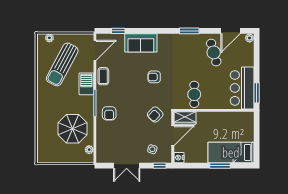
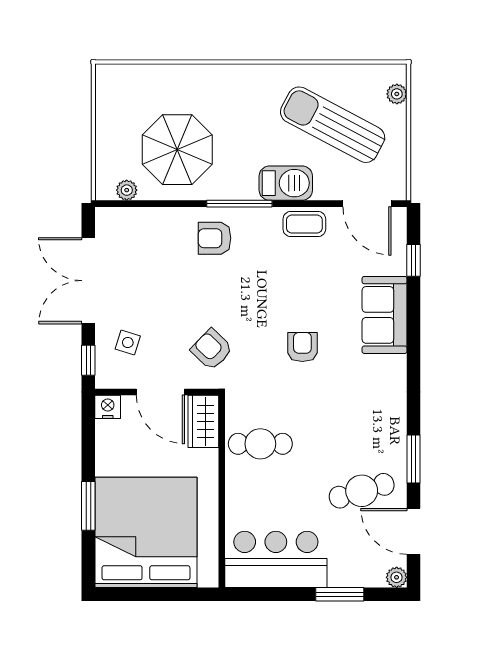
window: (189, 31) -> (414, 459), moved
window: (257, 93) -> (340, 594), moved
bed: (231, 152) -> (146, 532), width x2.04
double door: (127, 166) -> (88, 281), width x1.37

